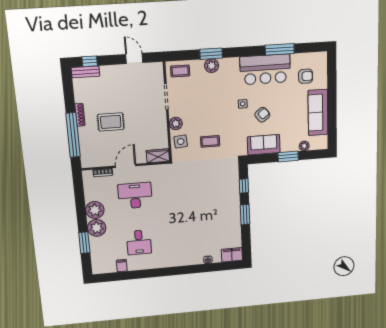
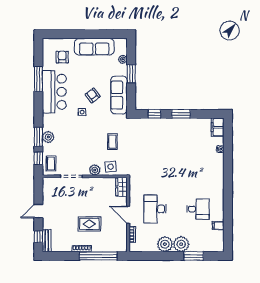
window: (186, 55) -> (38, 158), added
door: (134, 58) -> (38, 211), moved
rug: (111, 122) -> (89, 224), turned 90
sofa: (264, 145) -> (119, 95), width x1.36

